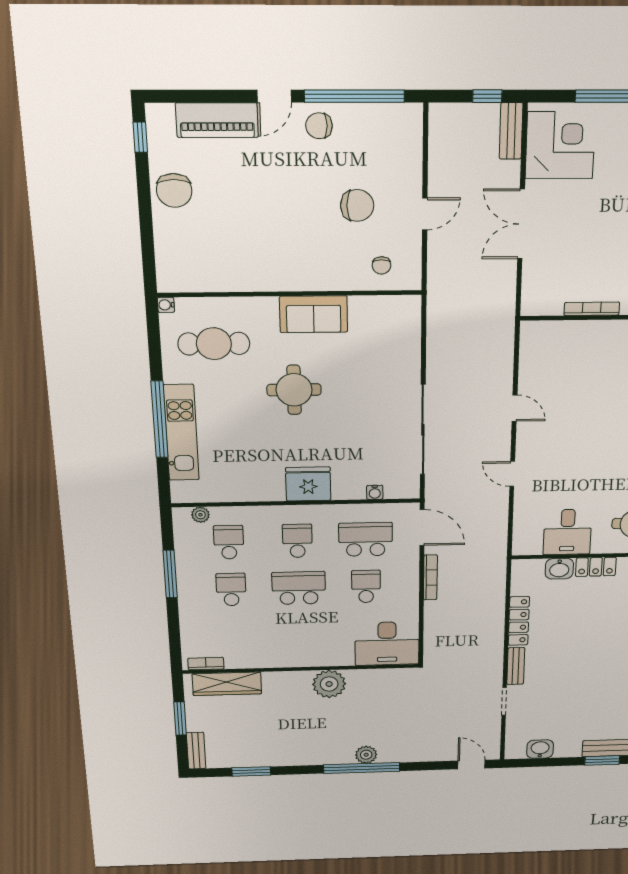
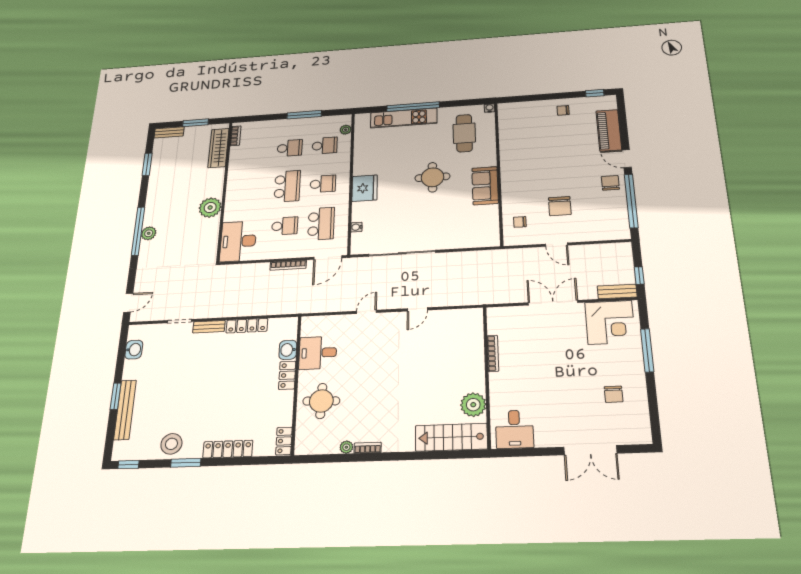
chair: (174, 190) -> (563, 110), width x0.54, depth x0.54

